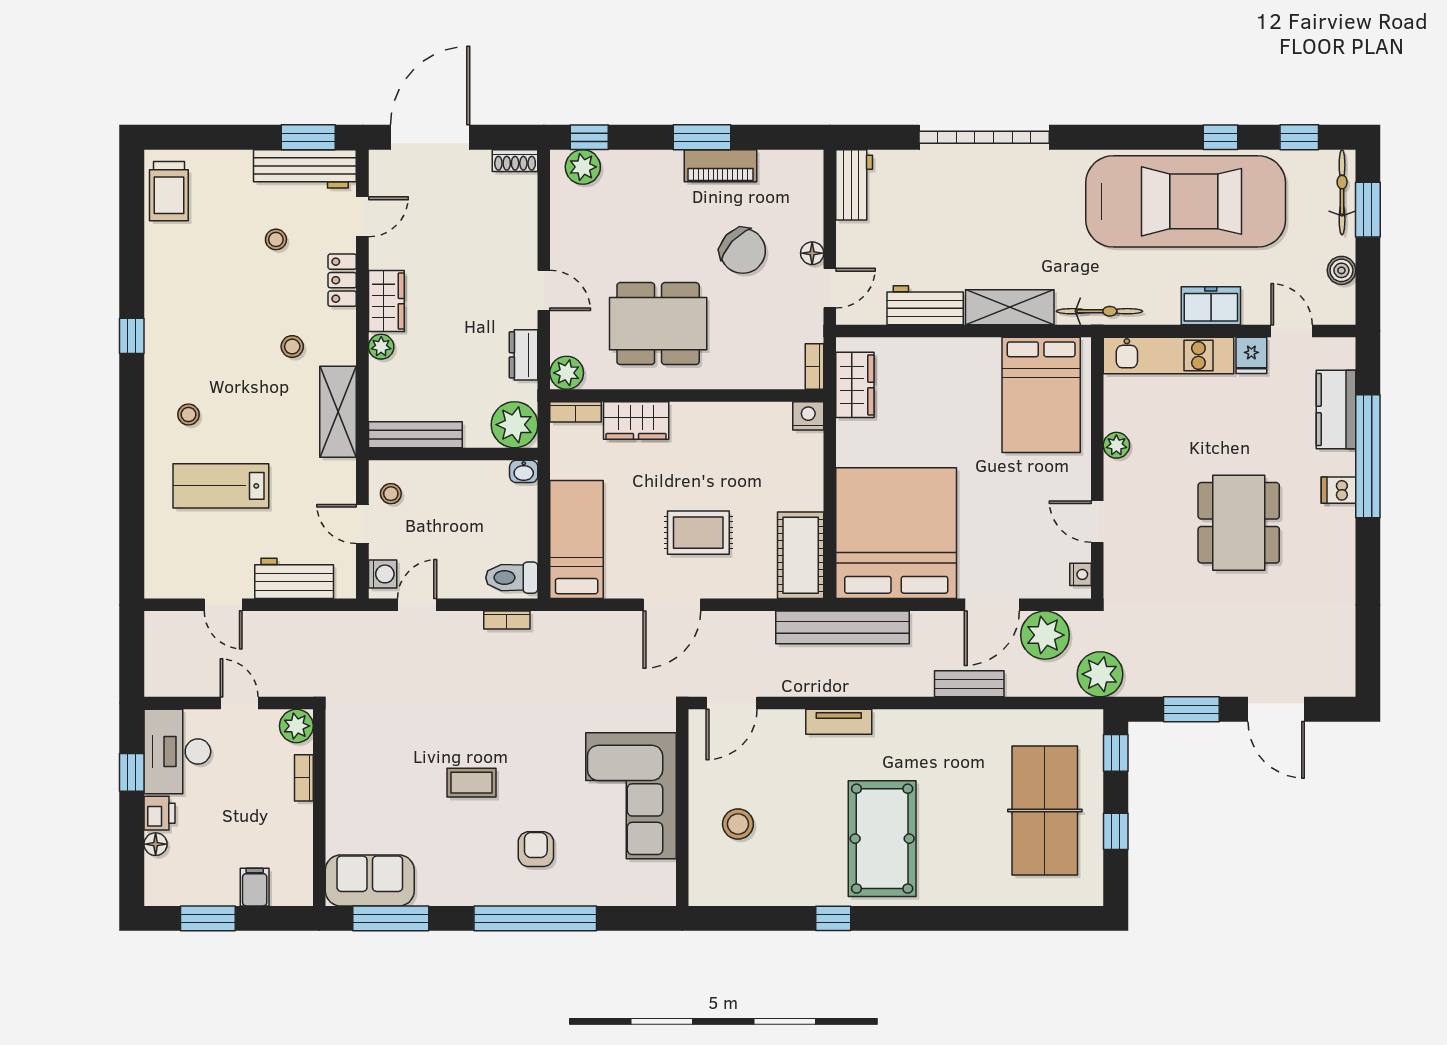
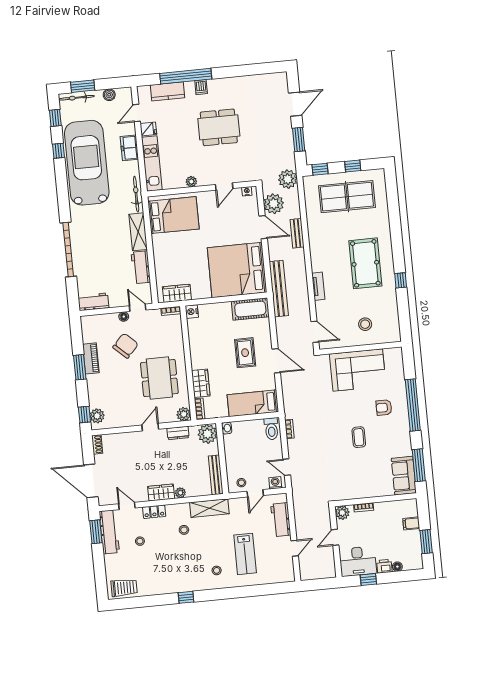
pool table: (882, 839) -> (365, 263), turned 90

